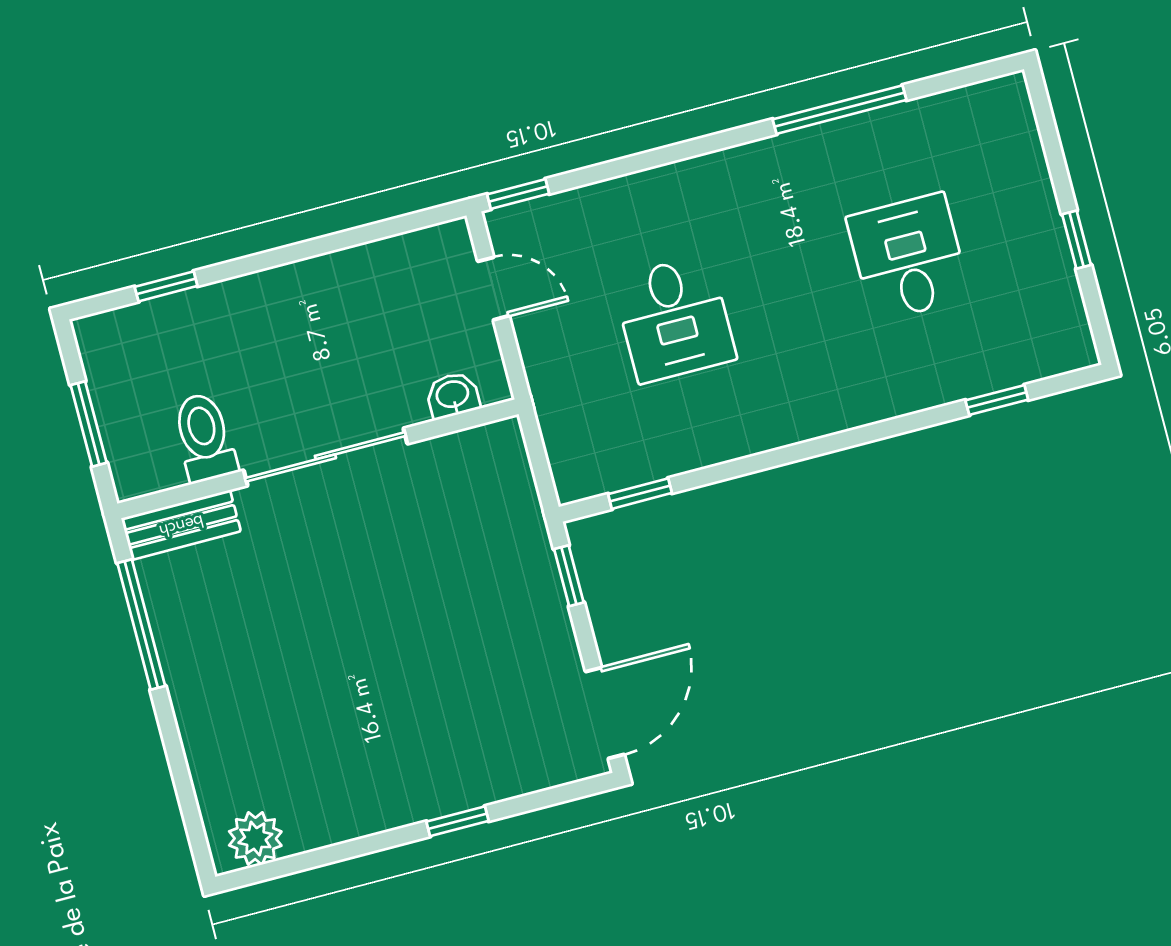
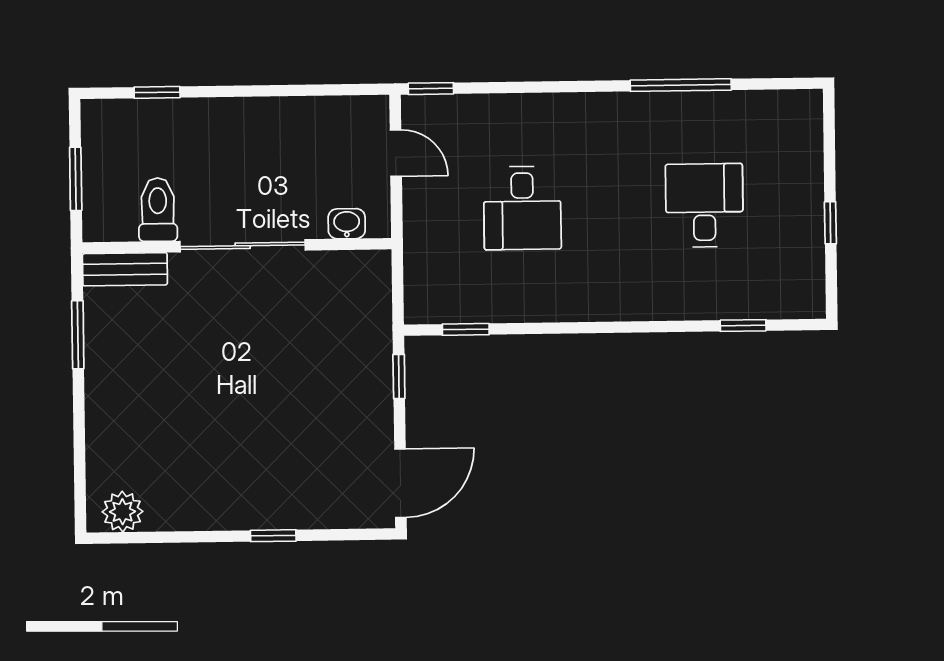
window: (141, 624) -> (78, 335), width x0.69

